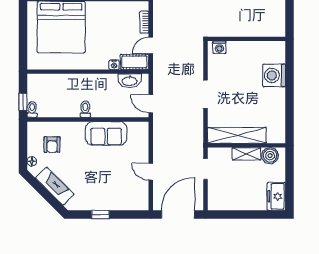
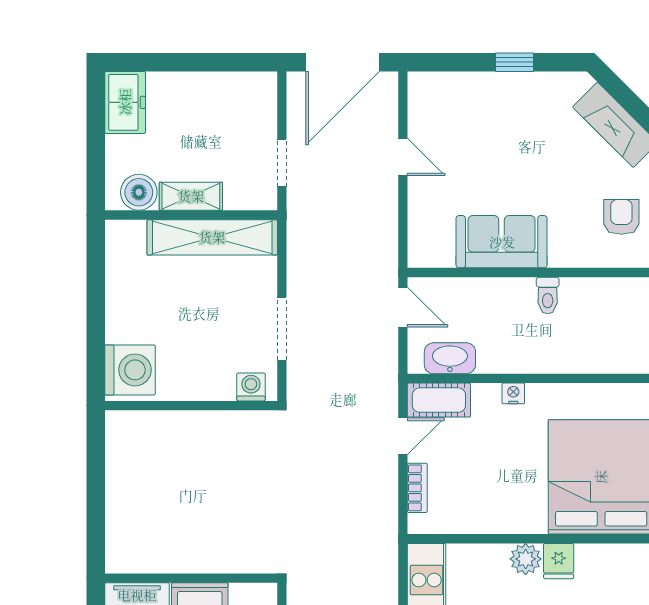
wall: (246, 39) -> (191, 406), moved
washing machine: (219, 47) -> (251, 387), moved
nightstand: (114, 65) -> (513, 393), moved

